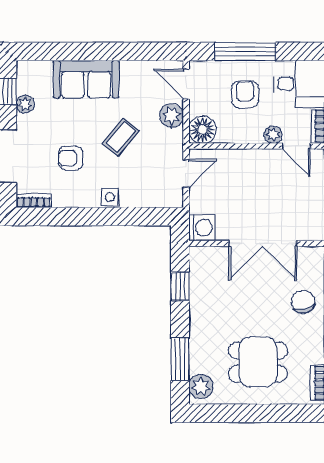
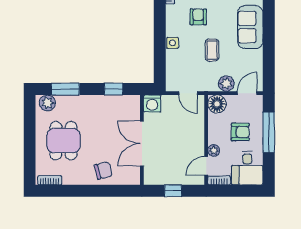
coffee table: (121, 137) -> (212, 50), turned 50

